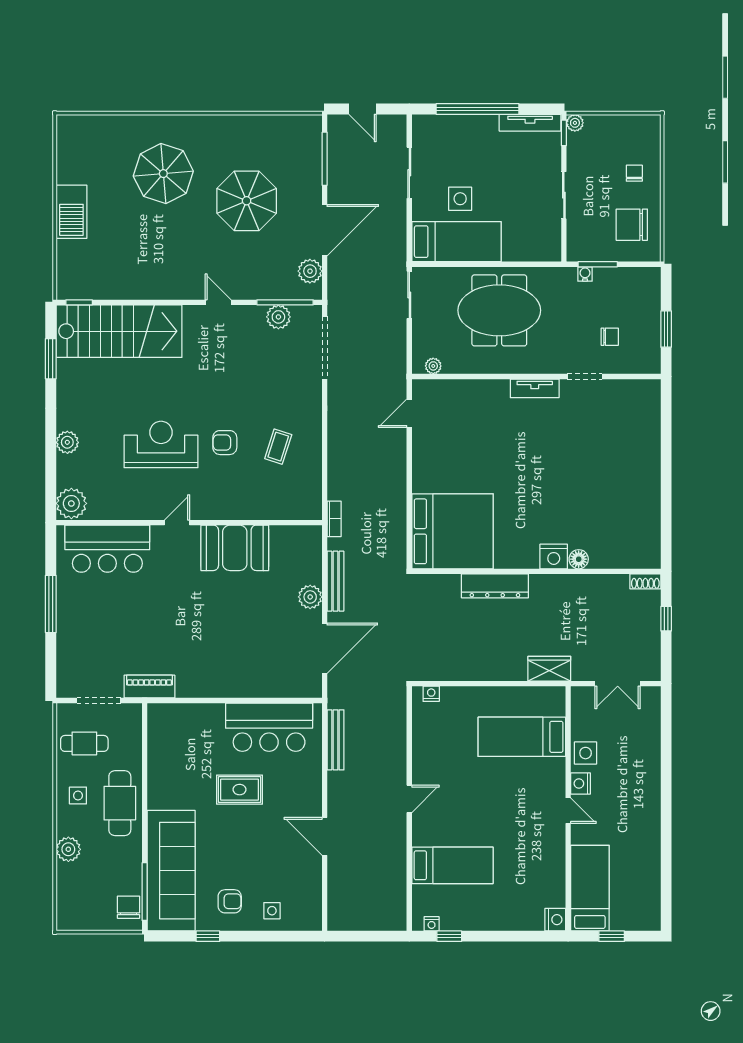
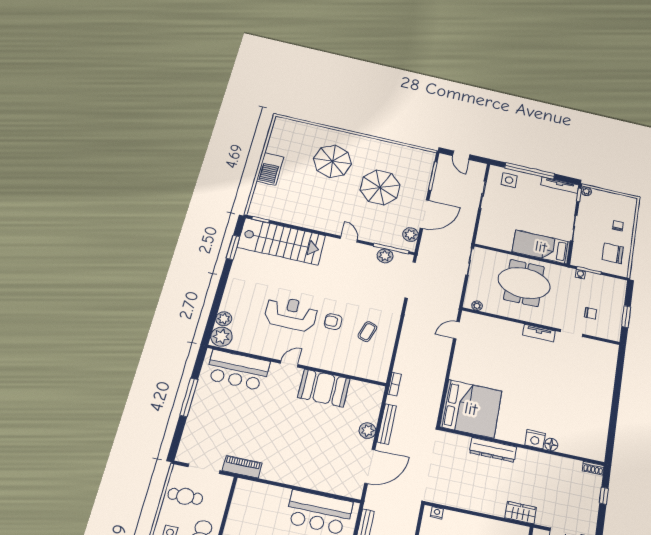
side table: (460, 199) -> (509, 180), moved
bed: (456, 242) -> (541, 247), moved, turned 180
plant: (67, 442) -> (224, 319), moved

